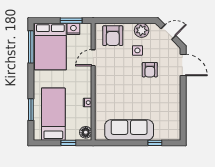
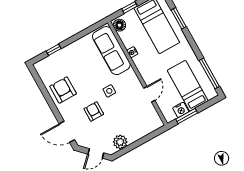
armchair: (113, 36) -> (63, 90), moved
bed: (50, 47) -> (188, 86), width x0.67
side table: (137, 50) -> (109, 91), moved
sofa: (129, 130) -> (111, 51), moved, turned 90

